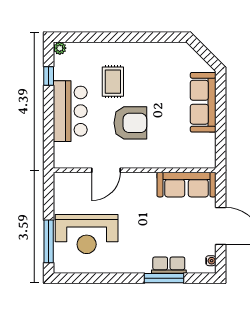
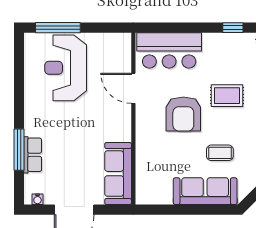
coffee table: (167, 88) -> (220, 153), added
bar counter: (70, 111) -> (169, 50), moved

